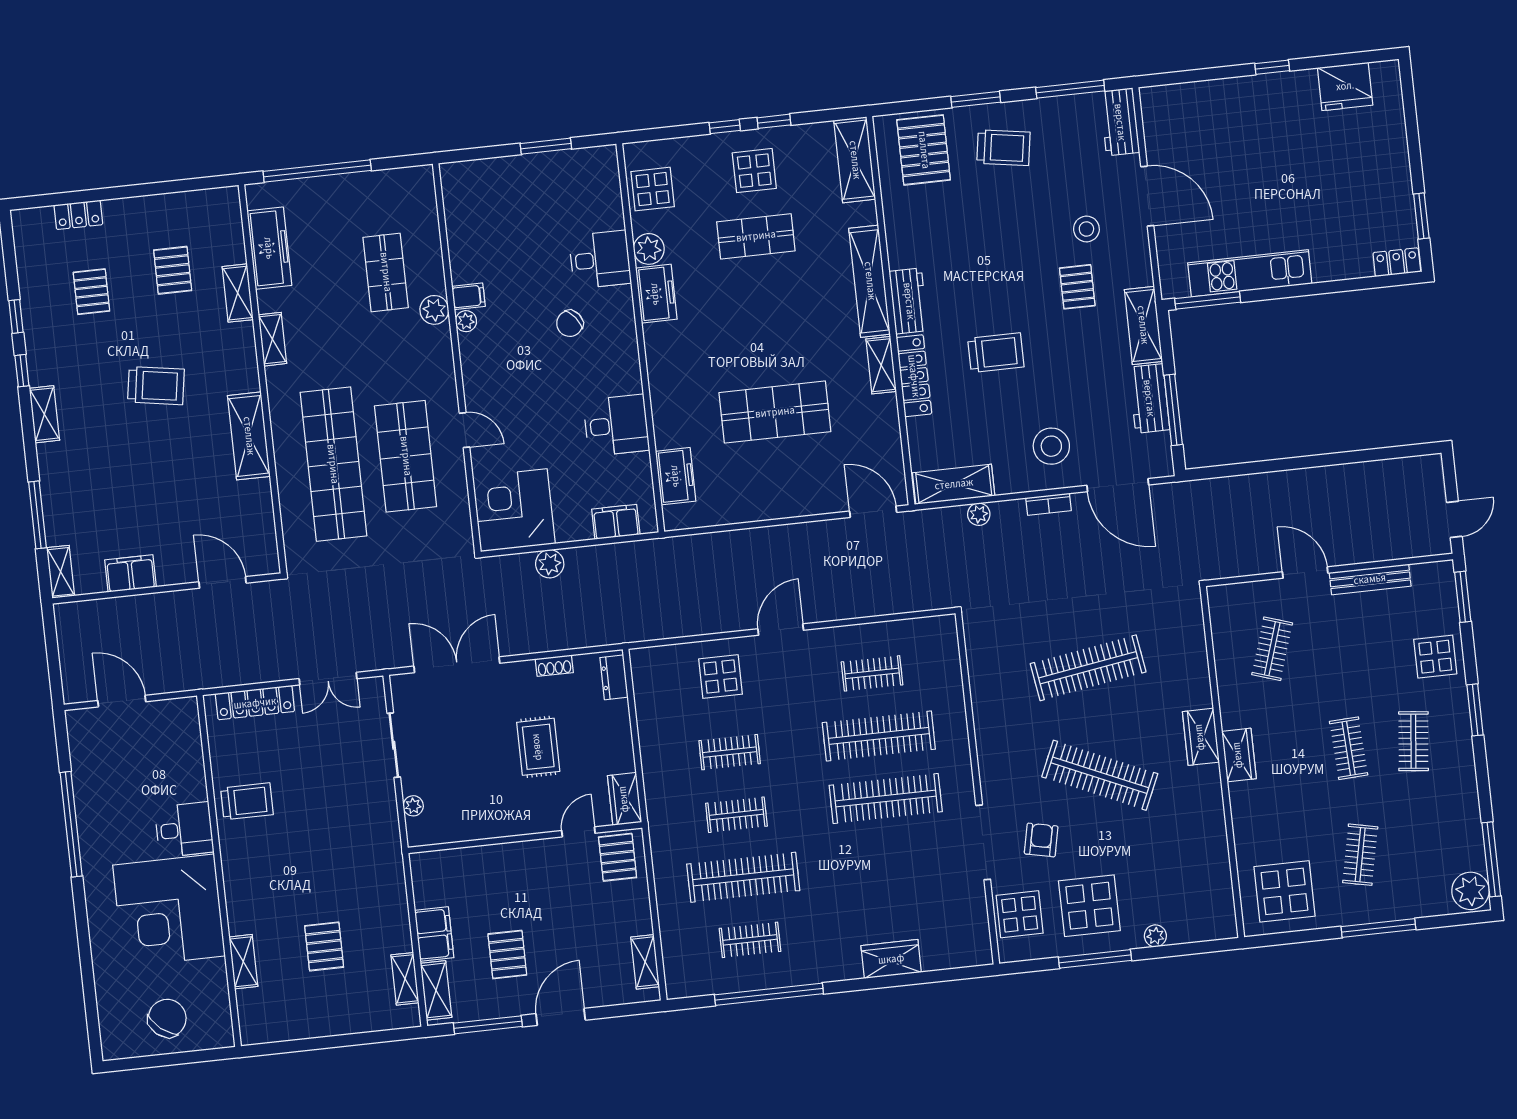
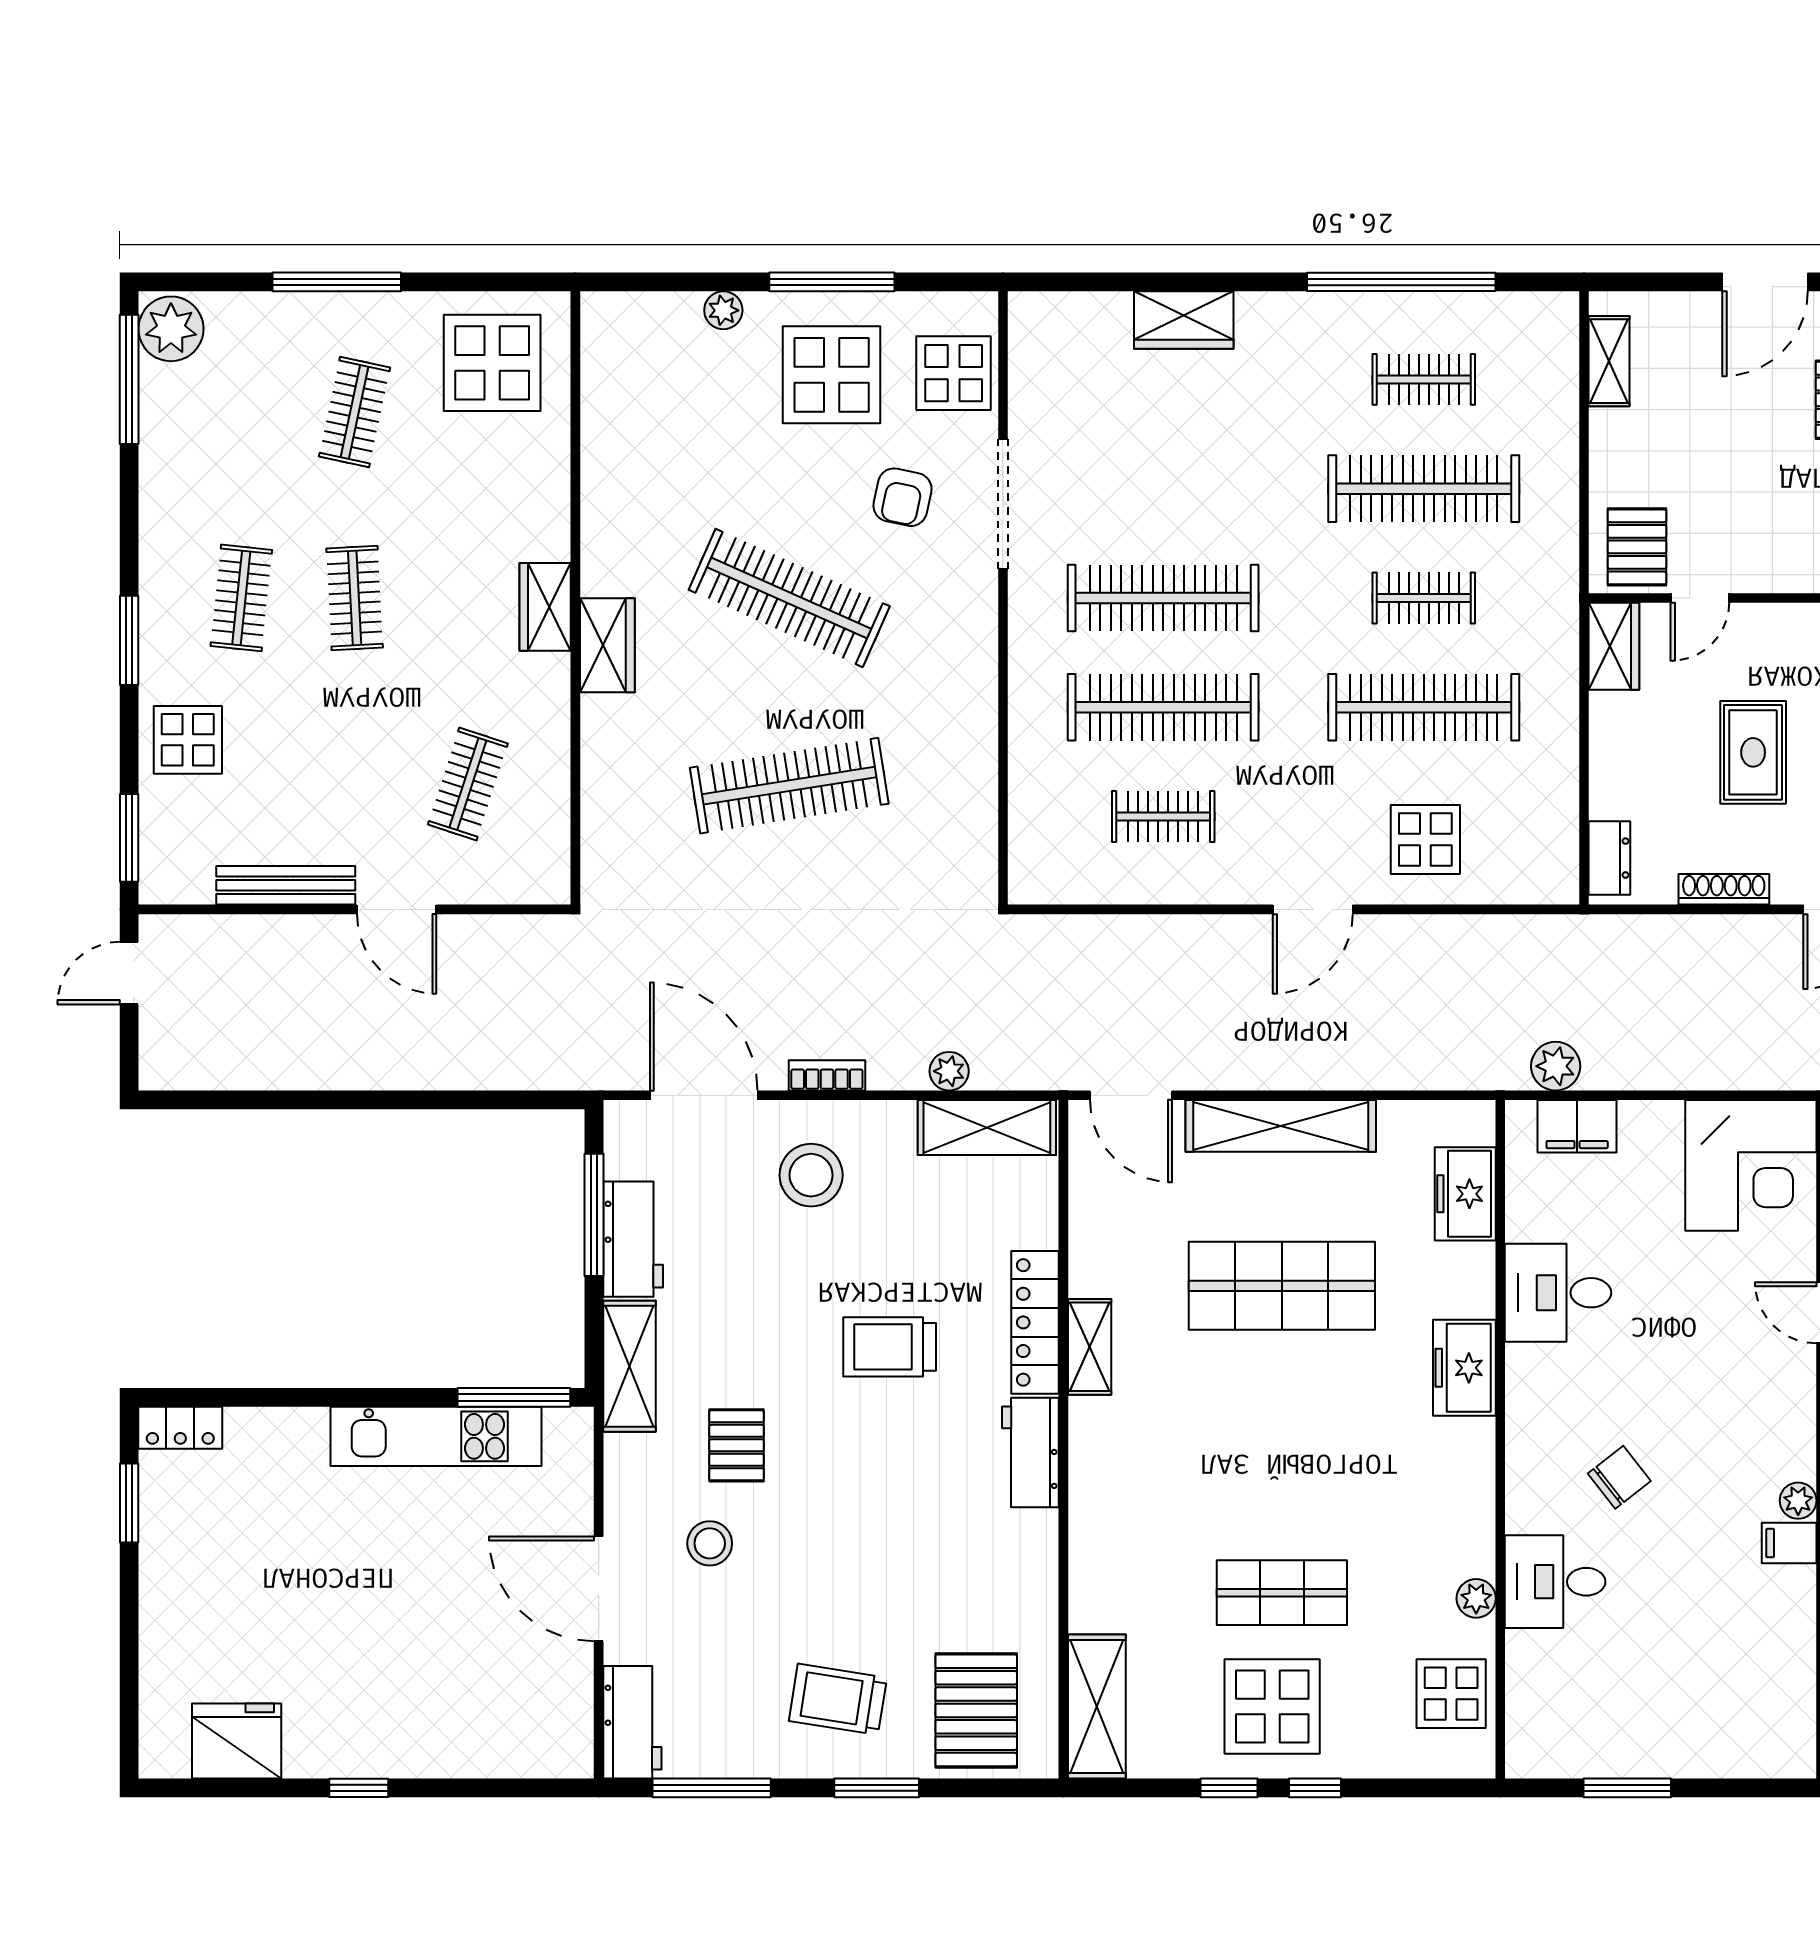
display table: (754, 171) -> (1272, 1707), width x1.36, depth x1.36
plant: (649, 249) -> (1476, 1598), width x0.73, depth x0.73
shelving: (870, 281) -> (1281, 1126), moved, turned 90
freezer: (656, 294) -> (1464, 1368), moved
plant: (550, 564) -> (1556, 1066), moved
shoe rack: (554, 666) -> (1724, 889), width x1.43
clothes rail: (730, 752) -> (1424, 707), width x1.86, depth x1.31

